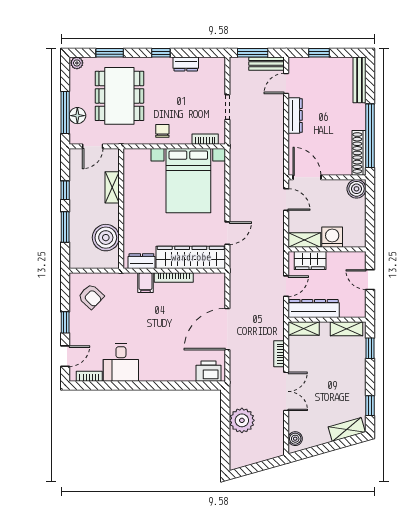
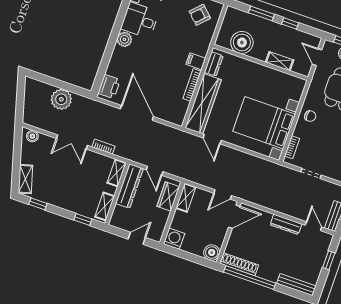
washing machine: (332, 237) -> (174, 239), moved, turned -90
plant: (149, 372) -> (124, 39), added

